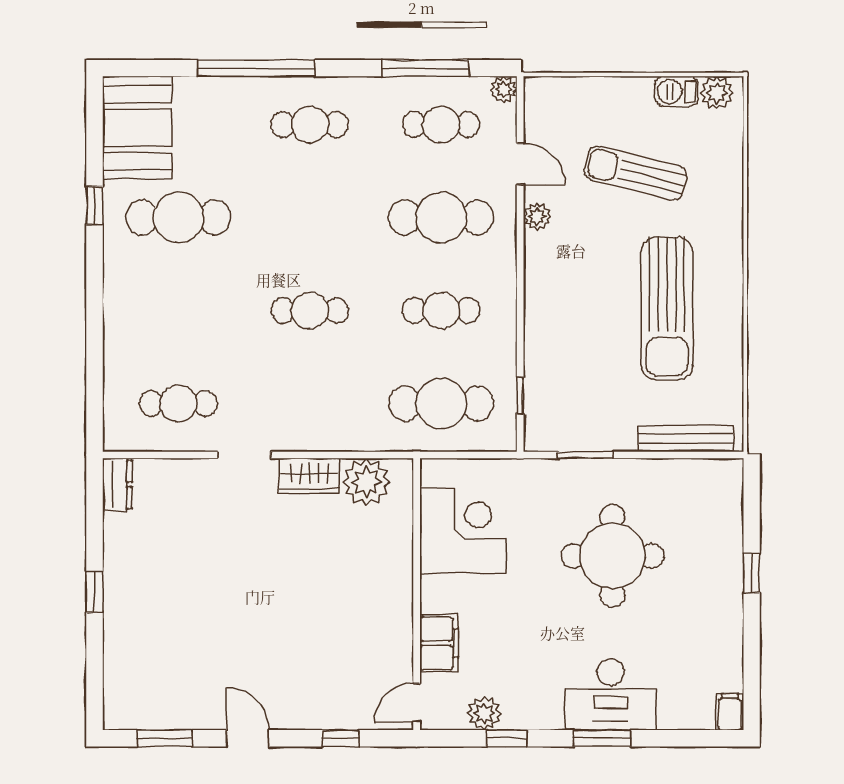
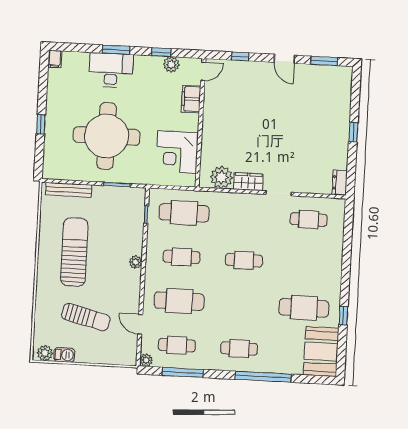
plant: (537, 217) -> (136, 262), moved
round table: (612, 556) -> (107, 136), width x1.36, depth x1.36

